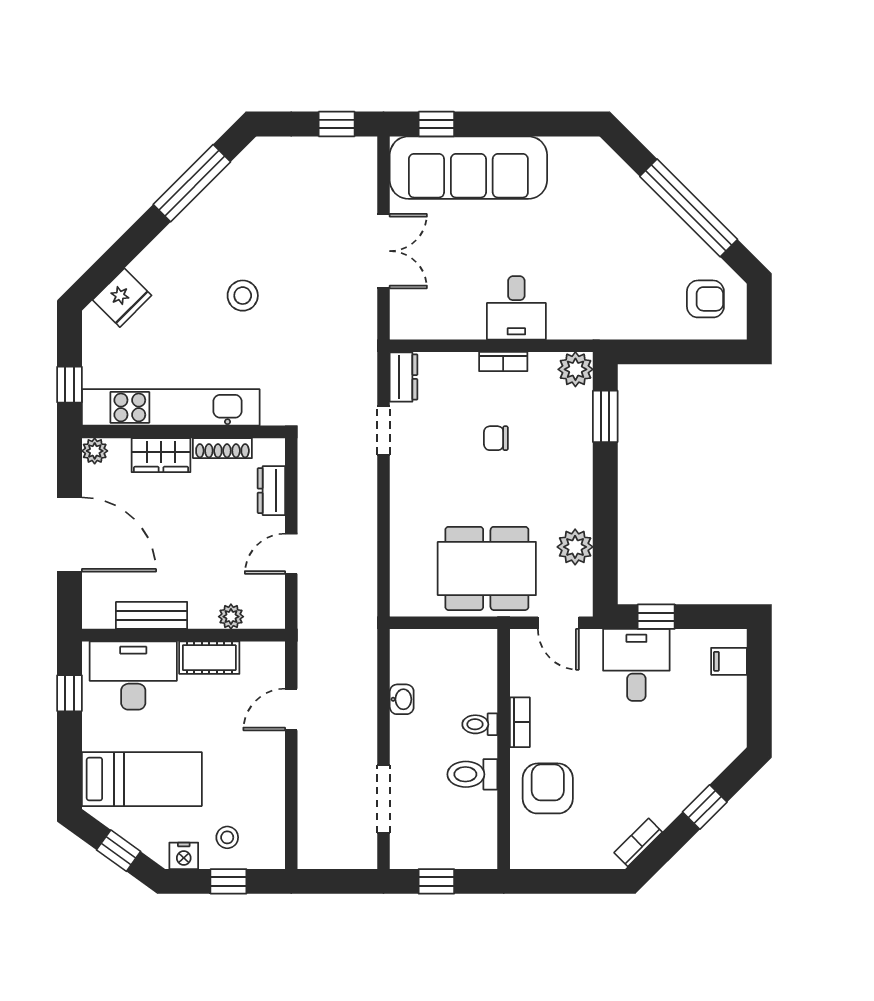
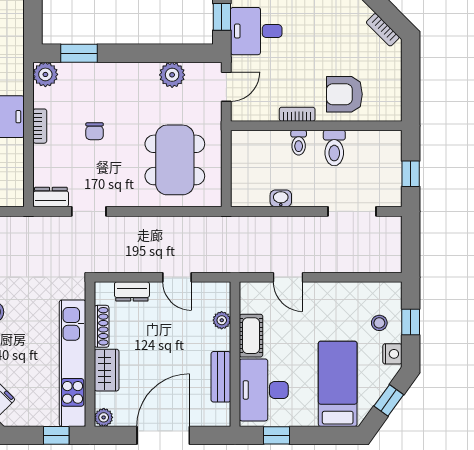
dining table: (487, 568) -> (175, 160), moved

